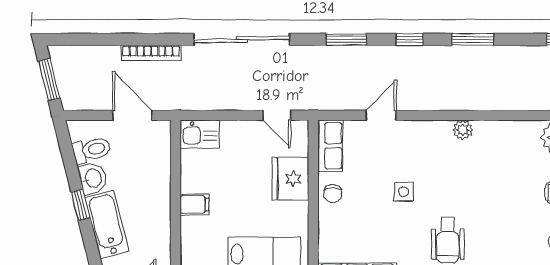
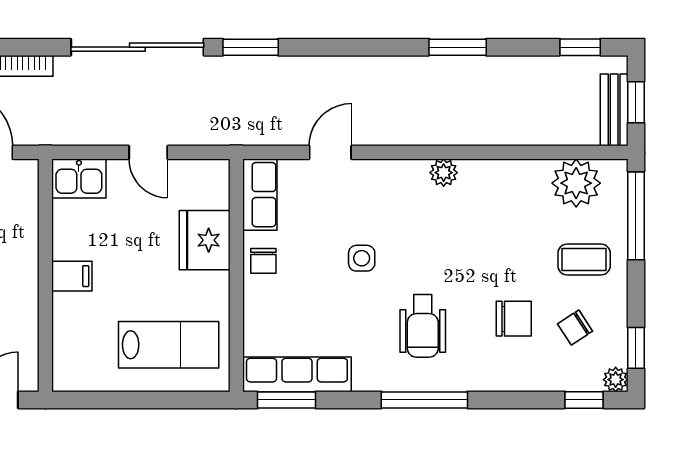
window: (346, 39) -> (251, 47), moved
window: (410, 39) -> (370, 47), removed
door: (277, 115) -> (148, 152), moved
chair: (513, 235) -> (514, 319), added

